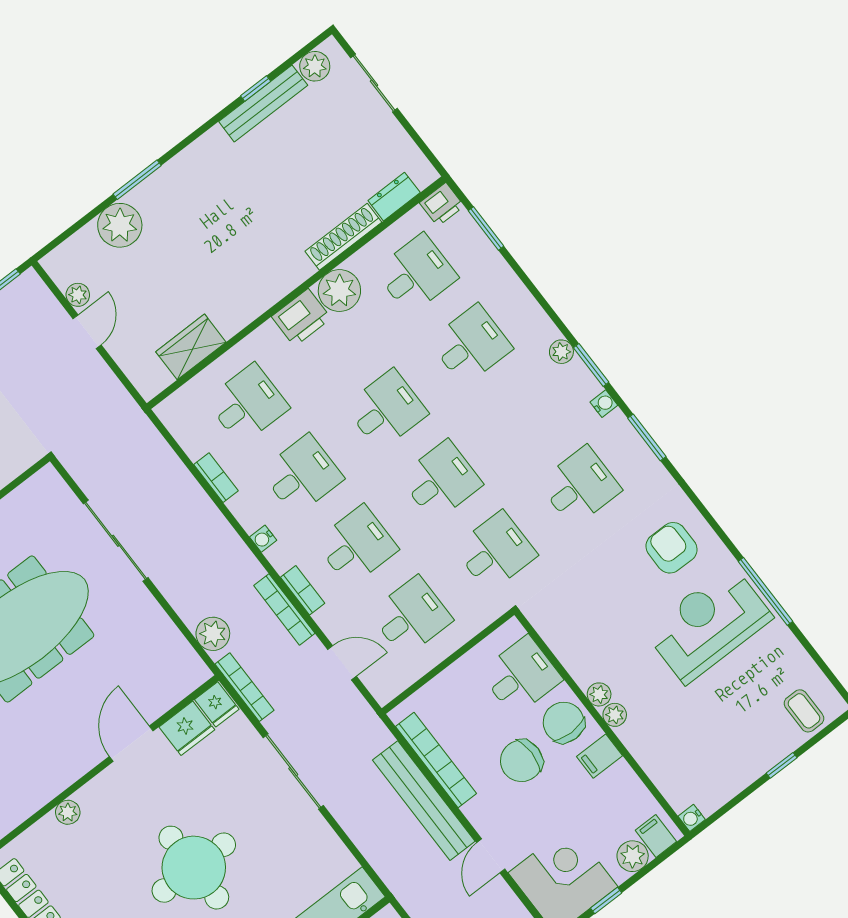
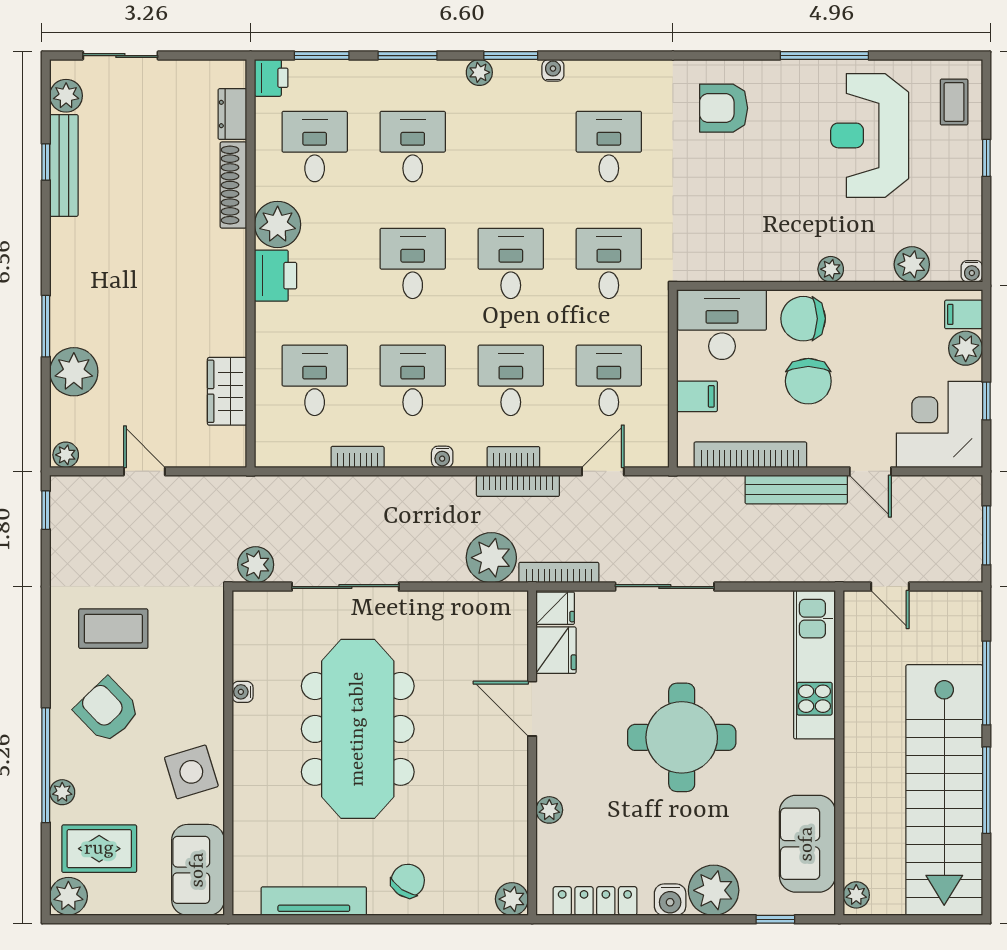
plant: (78, 295) -> (66, 455), moved
window: (647, 437) -> (408, 56), moved
plant: (82, 464) -> (256, 565), added
reception desk: (709, 624) -> (870, 135), moved
plant: (213, 634) -> (491, 558), width x1.36, depth x1.36
desk: (521, 676) -> (722, 325), width x1.37
plant: (599, 694) -> (912, 264), moved, width x1.38, depth x1.38
coffee table: (804, 711) -> (954, 102), turned 90
filing cabinet: (600, 756) -> (697, 396), moved, turned -90
bench: (424, 801) -> (796, 490), width x0.73, depth x0.82

